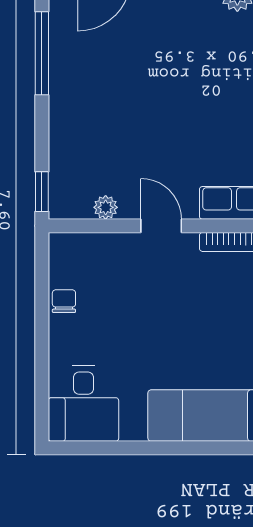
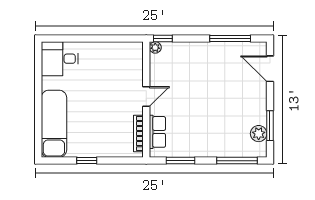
plant: (106, 207) -> (155, 47), moved
chair: (64, 301) -> (110, 49), removed

